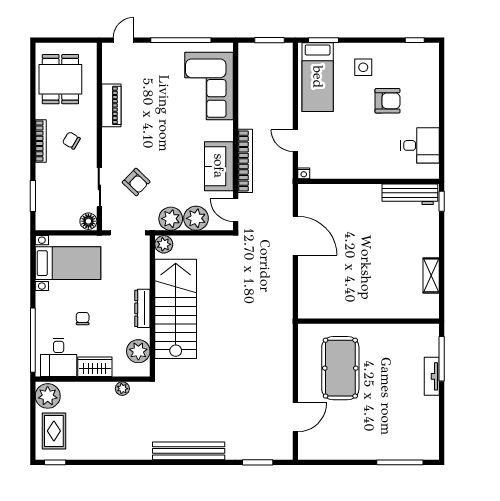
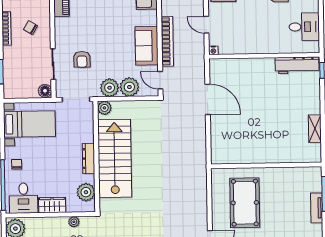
armchair: (136, 182) -> (82, 59), turned 46
chair: (83, 319) -> (17, 164), moved

